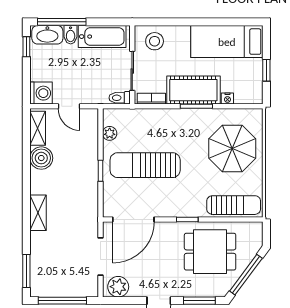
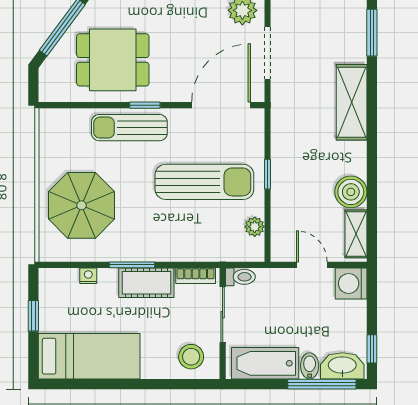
cot: (193, 90) -> (146, 283), width x0.73, depth x0.75
sun lounger: (234, 205) -> (129, 128), moved
shelving: (38, 213) -> (352, 102), width x1.50, depth x1.33

